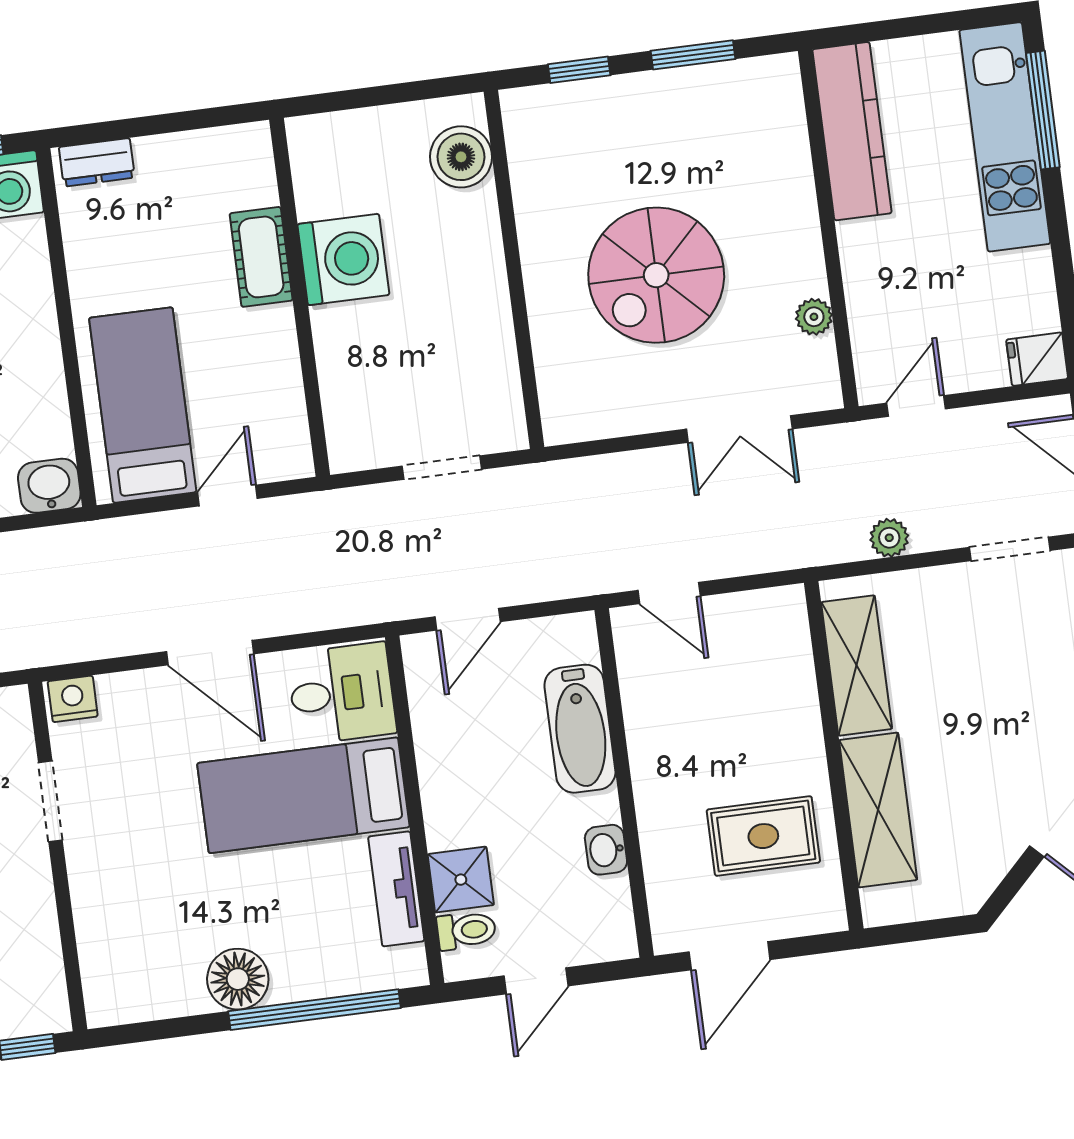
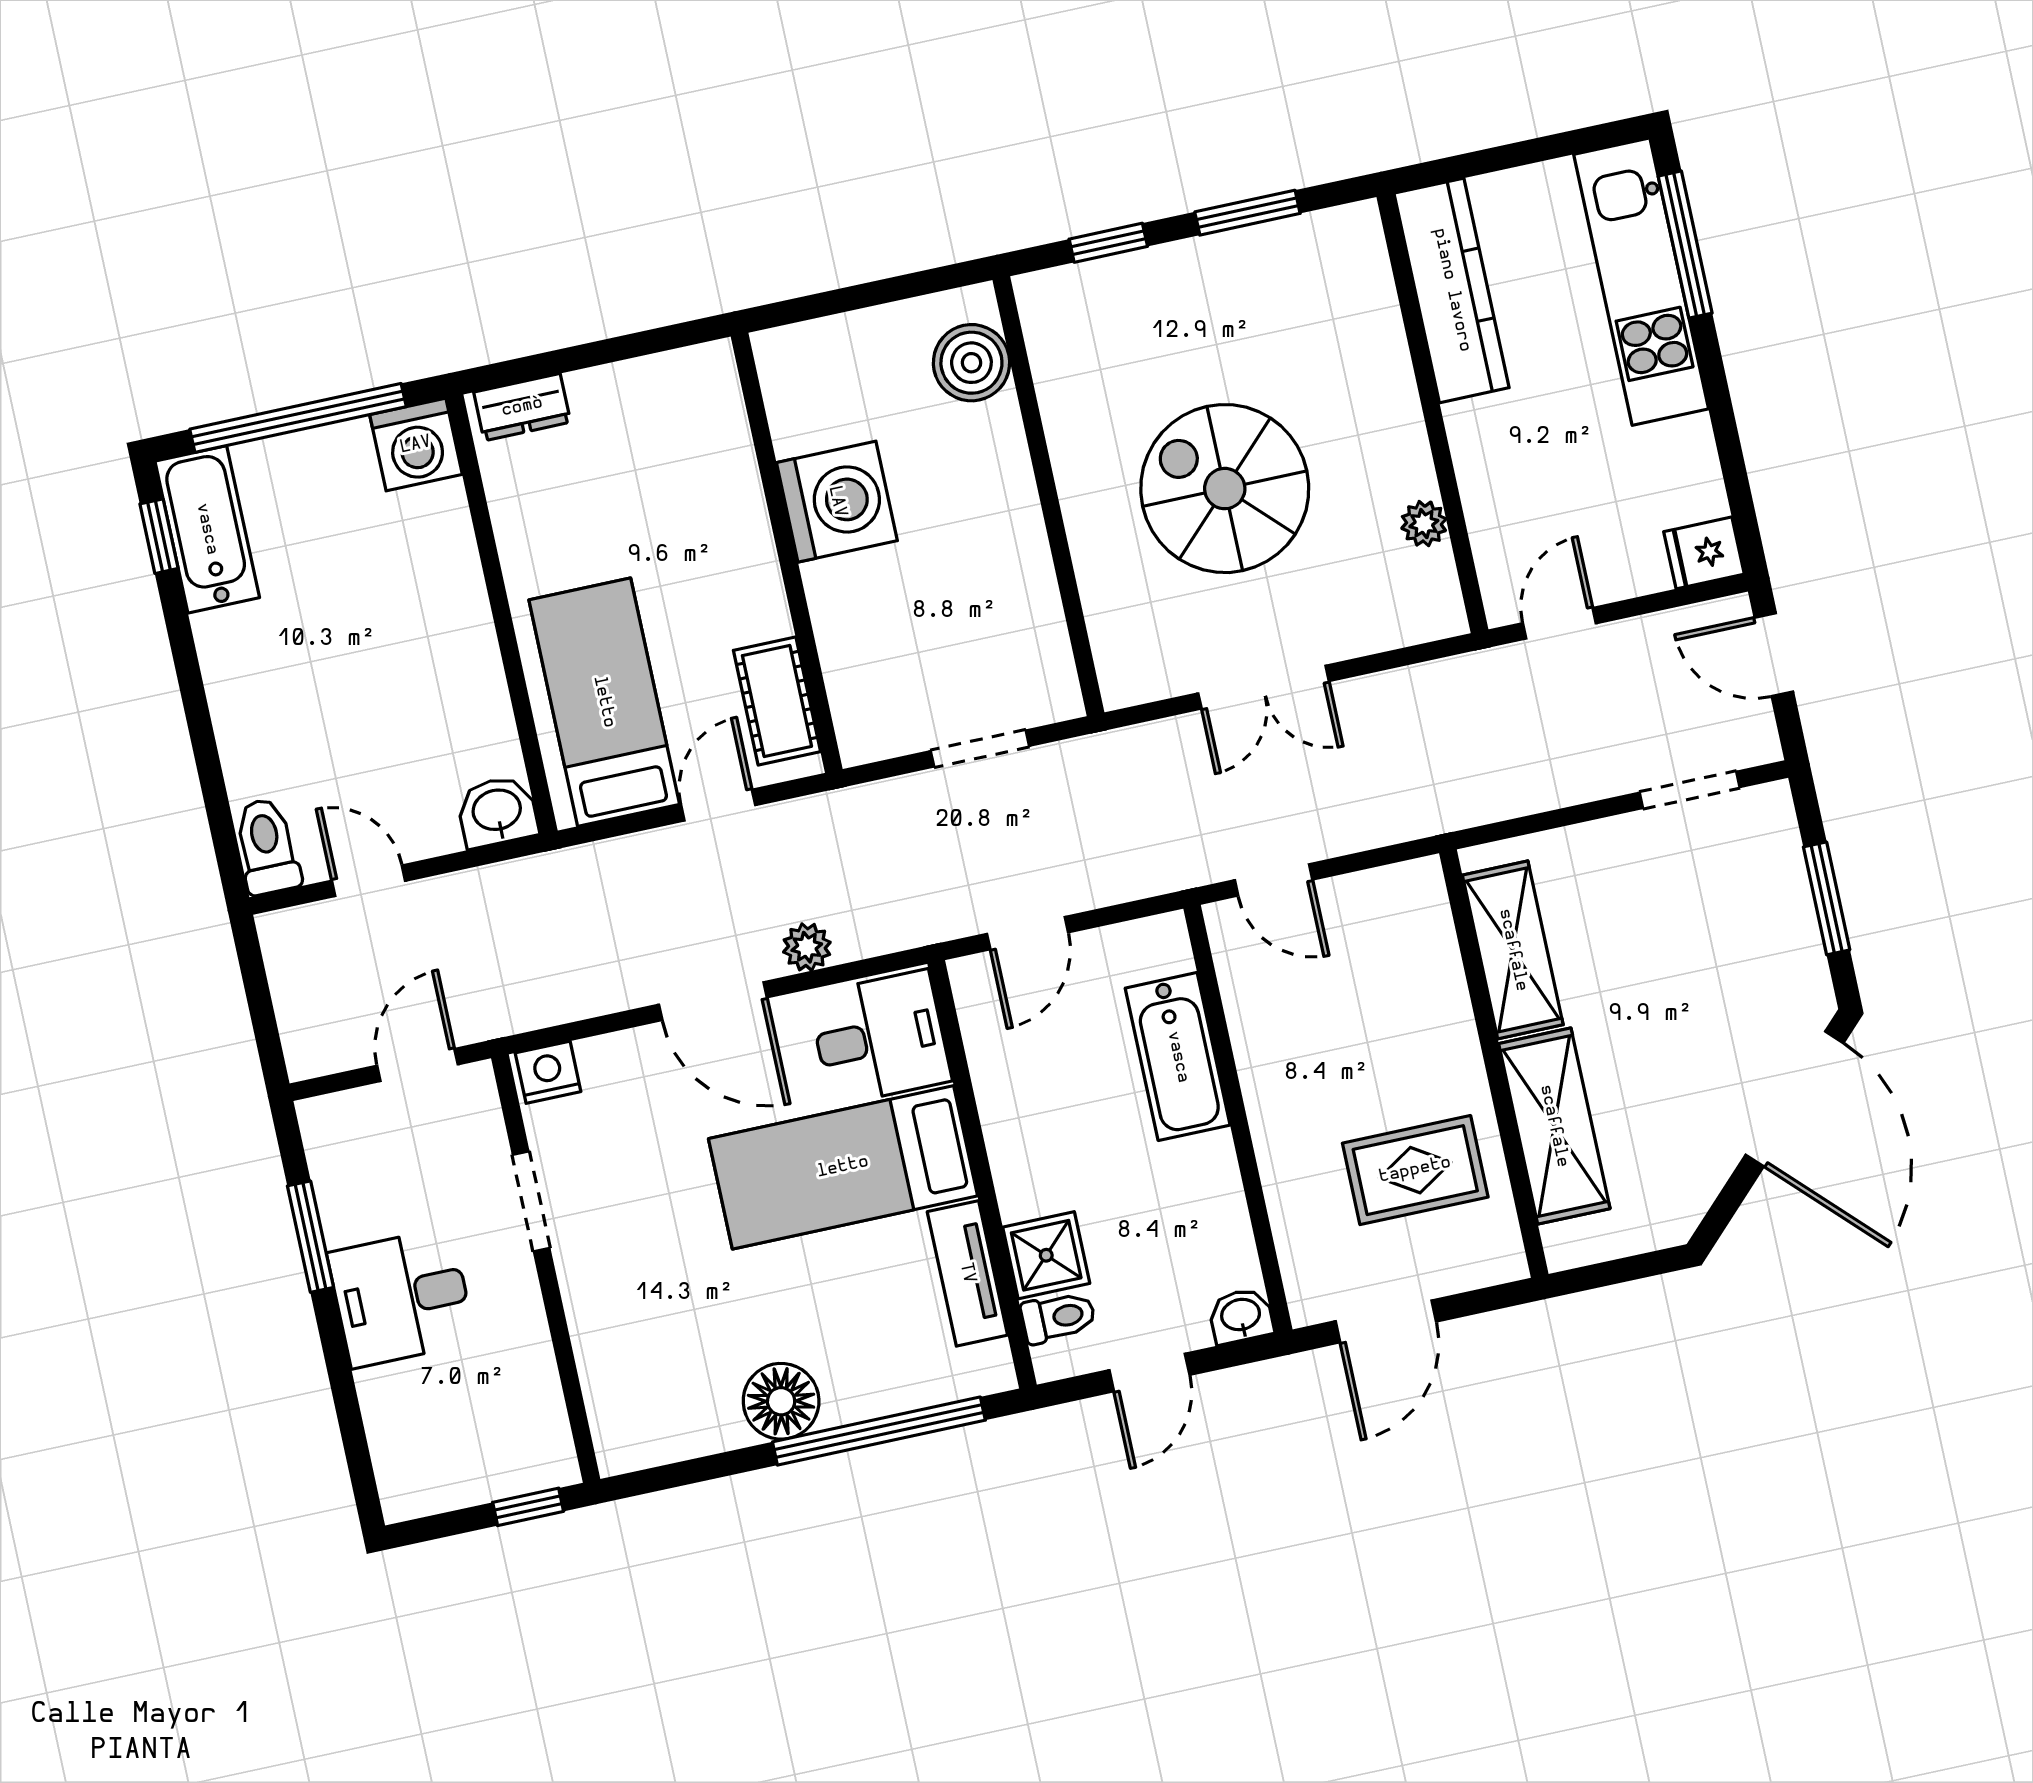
cot: (261, 257) -> (777, 701), moved
spiral stairs: (656, 275) -> (1225, 489), turned 90
double door: (739, 429) -> (1264, 687), moved
plant: (889, 538) -> (807, 947), moved
washbasin: (606, 850) -> (1241, 1316), moved, turned 90

